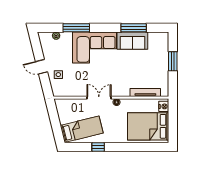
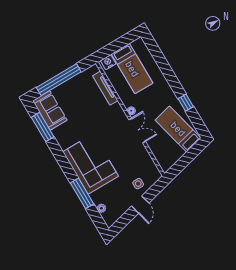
window: (134, 28) -> (43, 127), moved
sofa: (132, 41) -> (50, 110), moved
window: (173, 61) -> (59, 80), width x2.11
double door: (99, 98) -> (137, 131), swing flipped
bed: (148, 126) -> (132, 69), width x0.67

